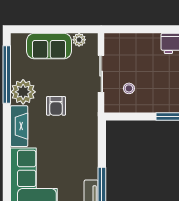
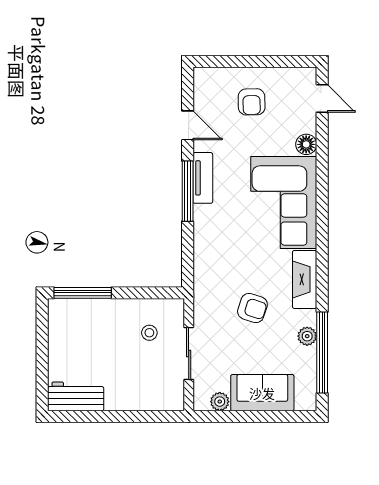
plant: (23, 92) -> (307, 336), width x0.53, depth x0.53
armchair: (56, 106) -> (252, 308), turned 108

